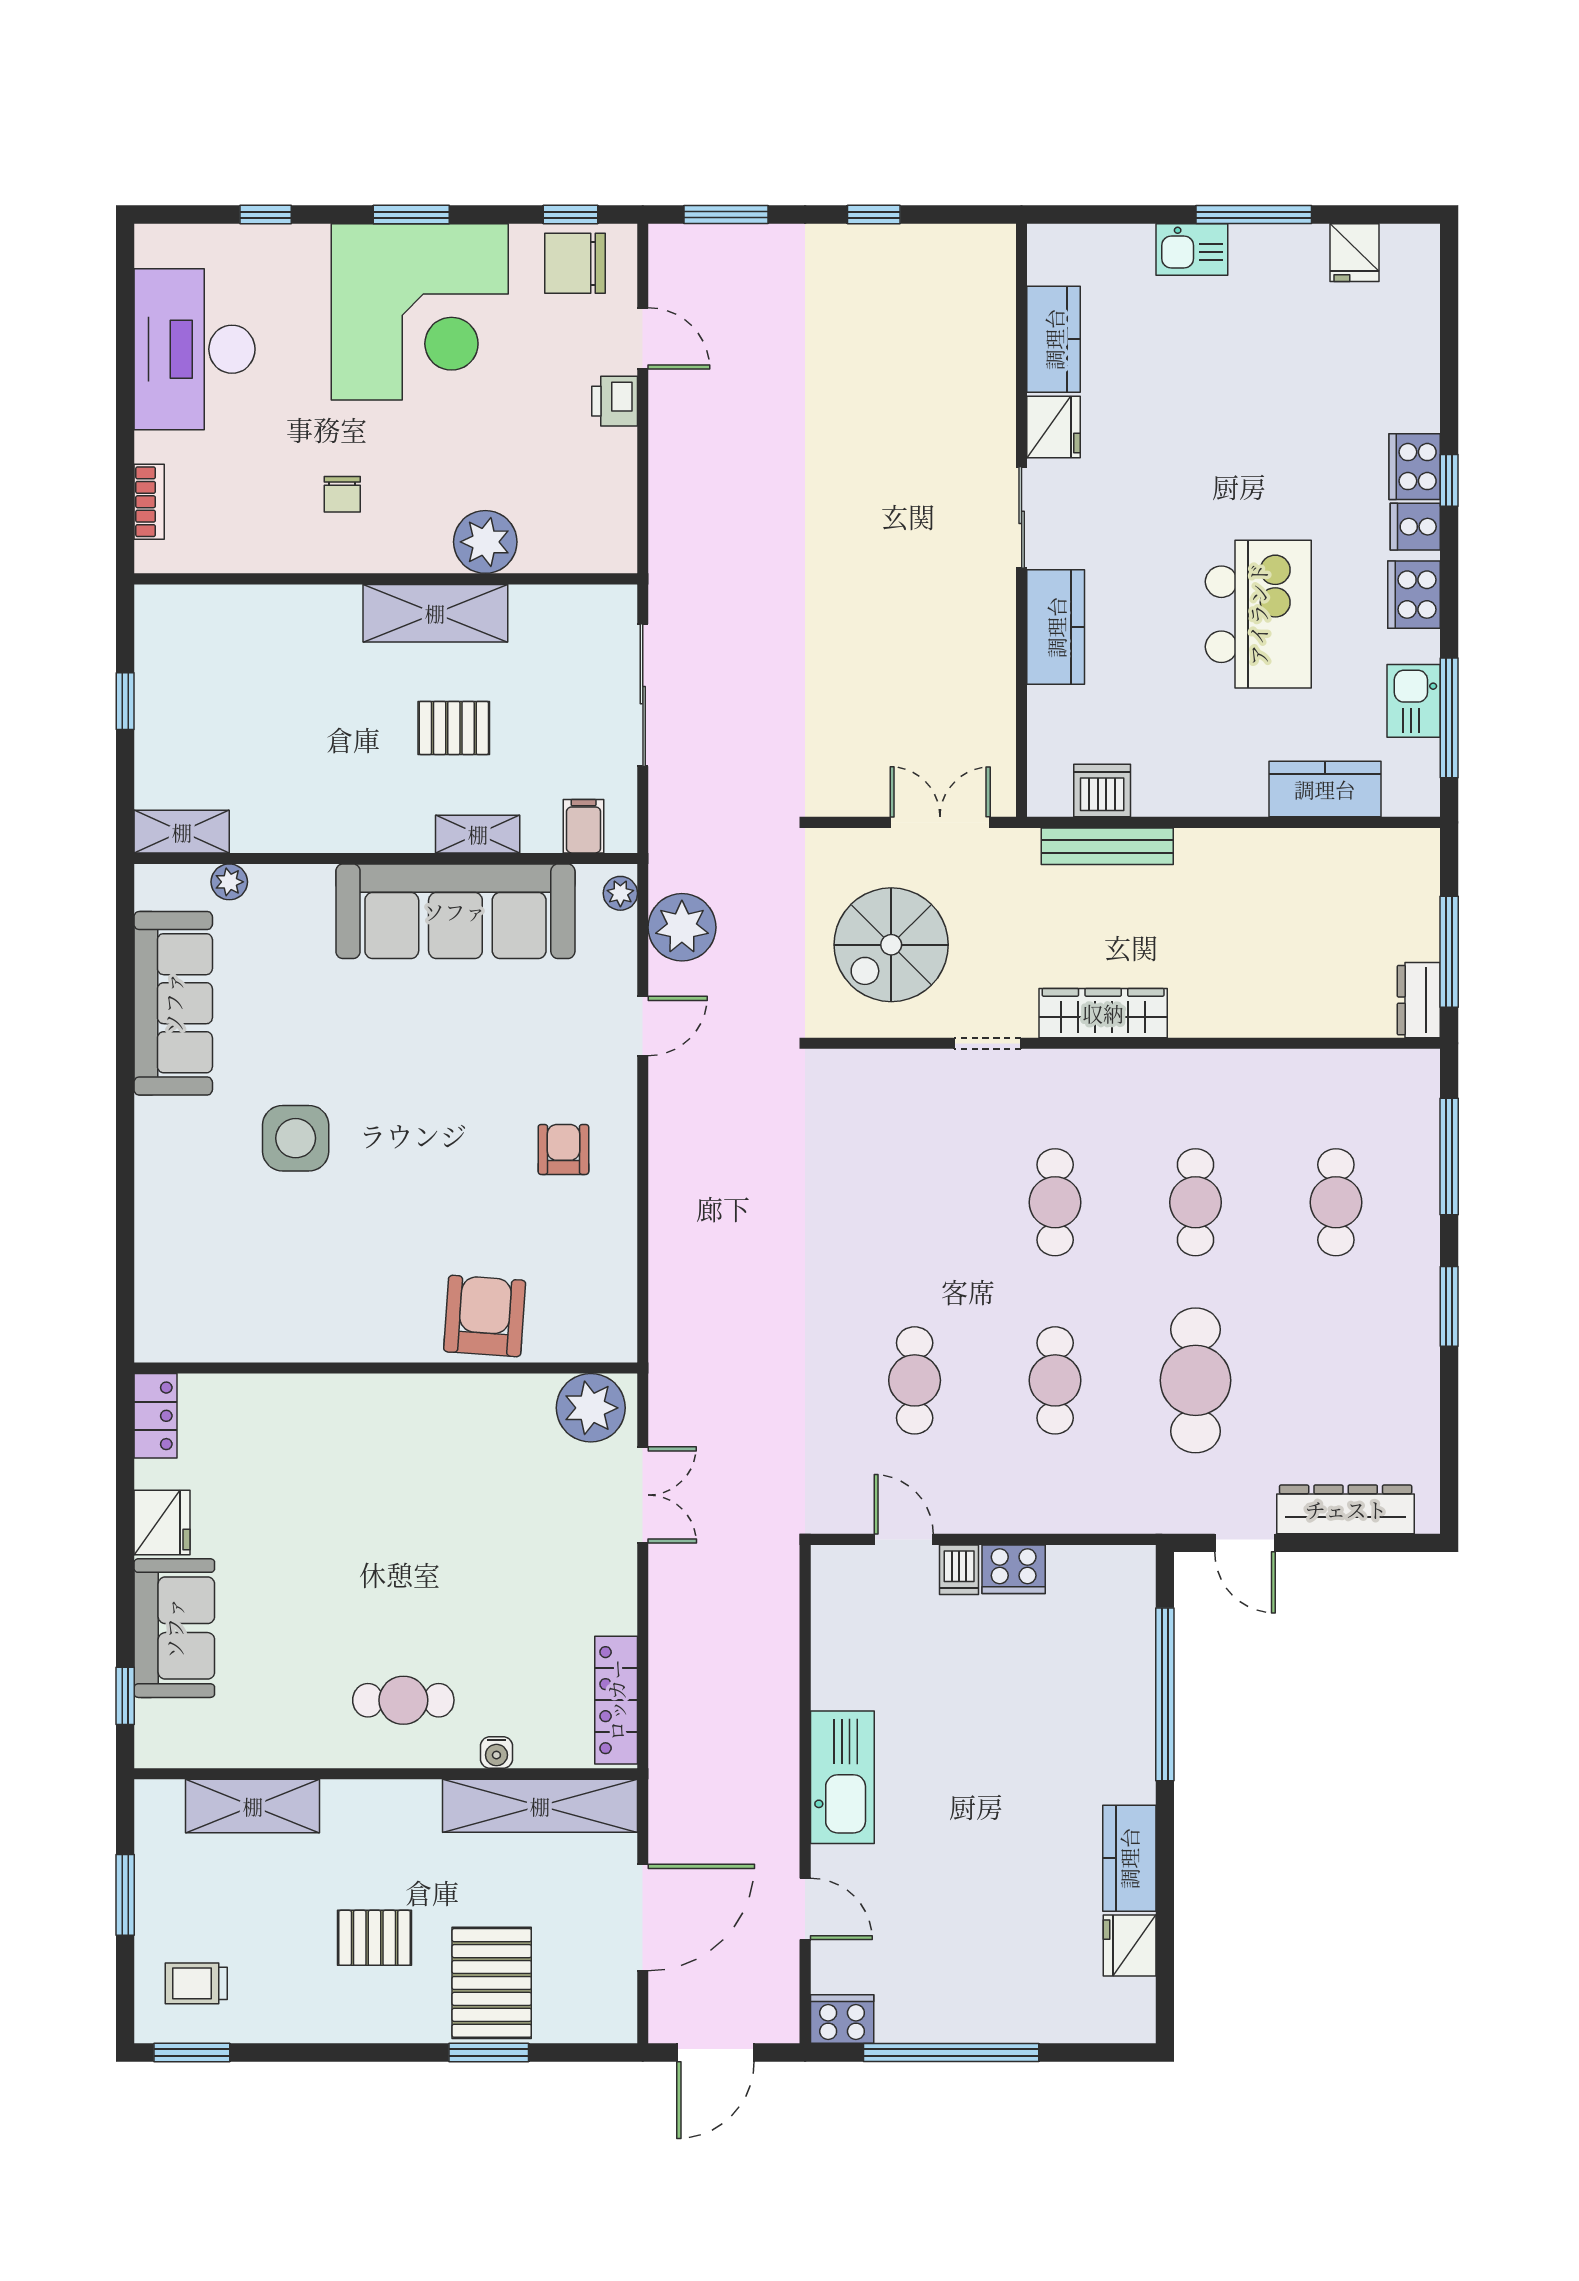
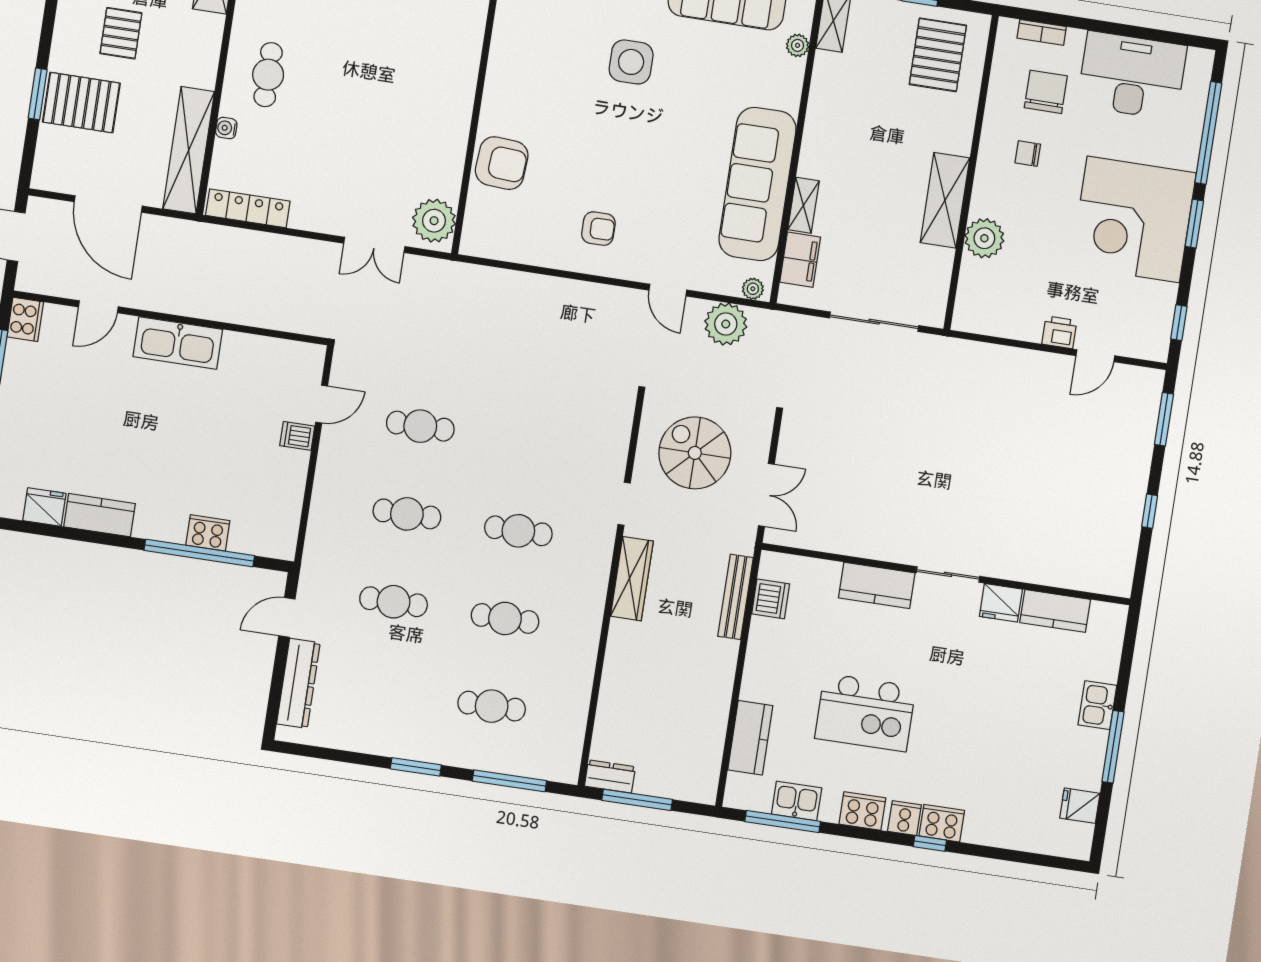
window: (266, 215) -> (1208, 133), width x3.17
chair: (575, 263) -> (1046, 92), moved
pallet: (454, 728) -> (938, 55), moved, width x1.50, depth x1.42
filing cabinet: (584, 826) -> (800, 260), width x2.00
cafe table: (1196, 1380) -> (394, 602), width x0.73, depth x0.74
cooker: (1014, 1569) -> (208, 533), moved, turned 90

